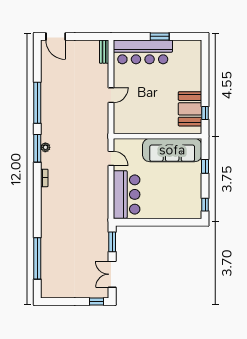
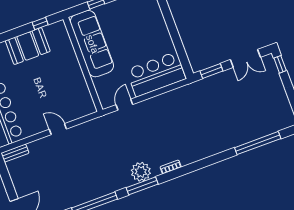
booth: (190, 109) -> (28, 46), moved
plant: (45, 147) -> (141, 172), width x1.88, depth x1.88

